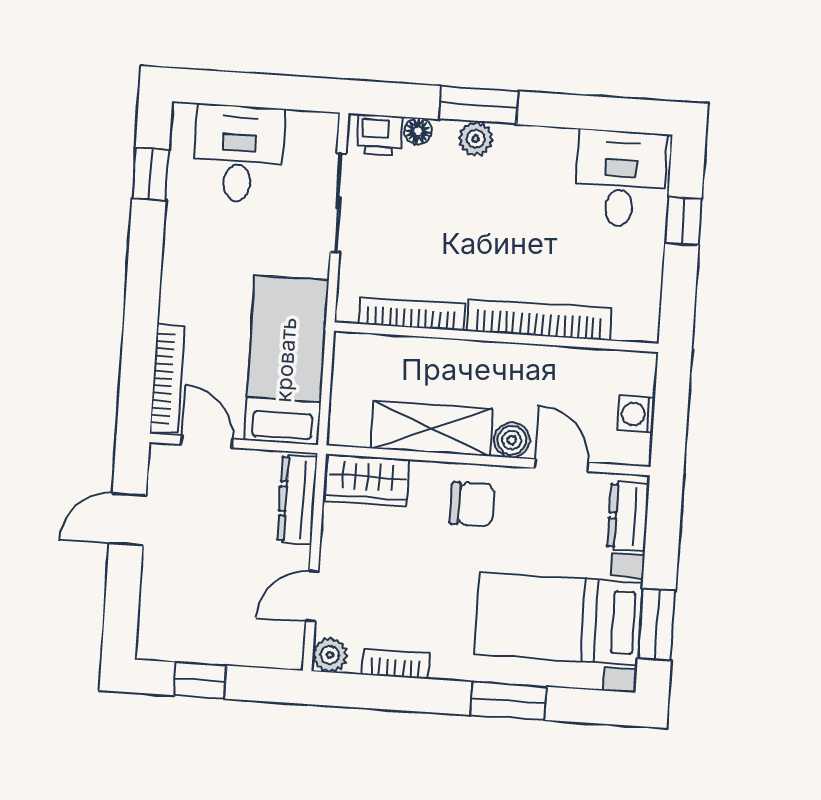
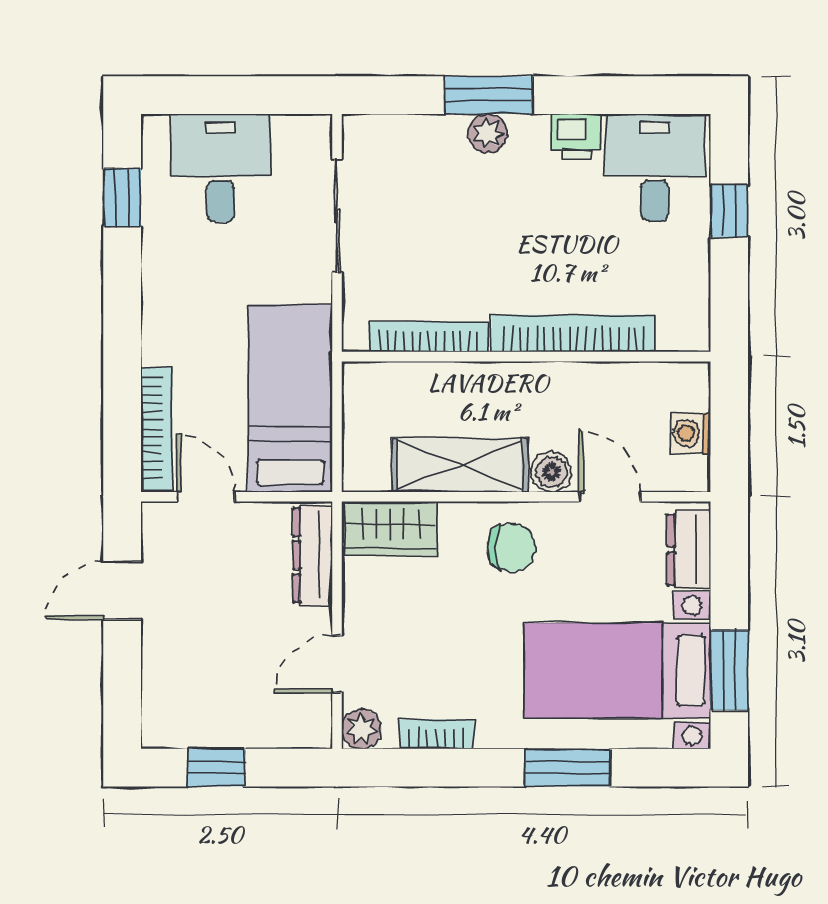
floor lamp: (418, 131) -> (422, 129), removed
printer: (379, 135) -> (577, 136), moved

